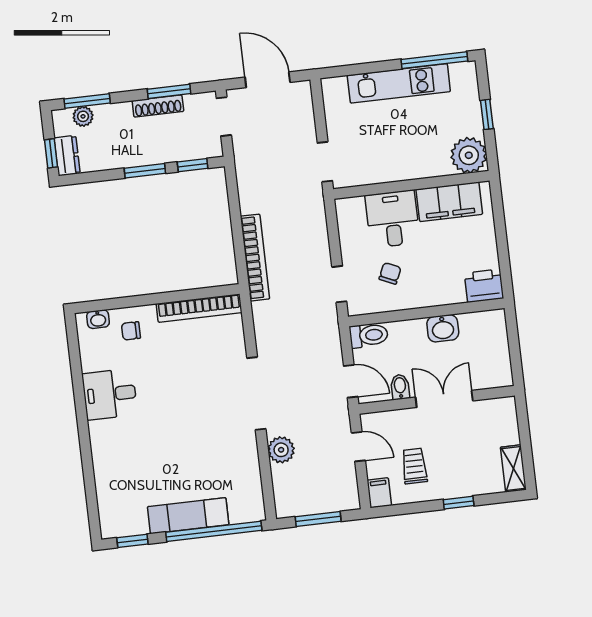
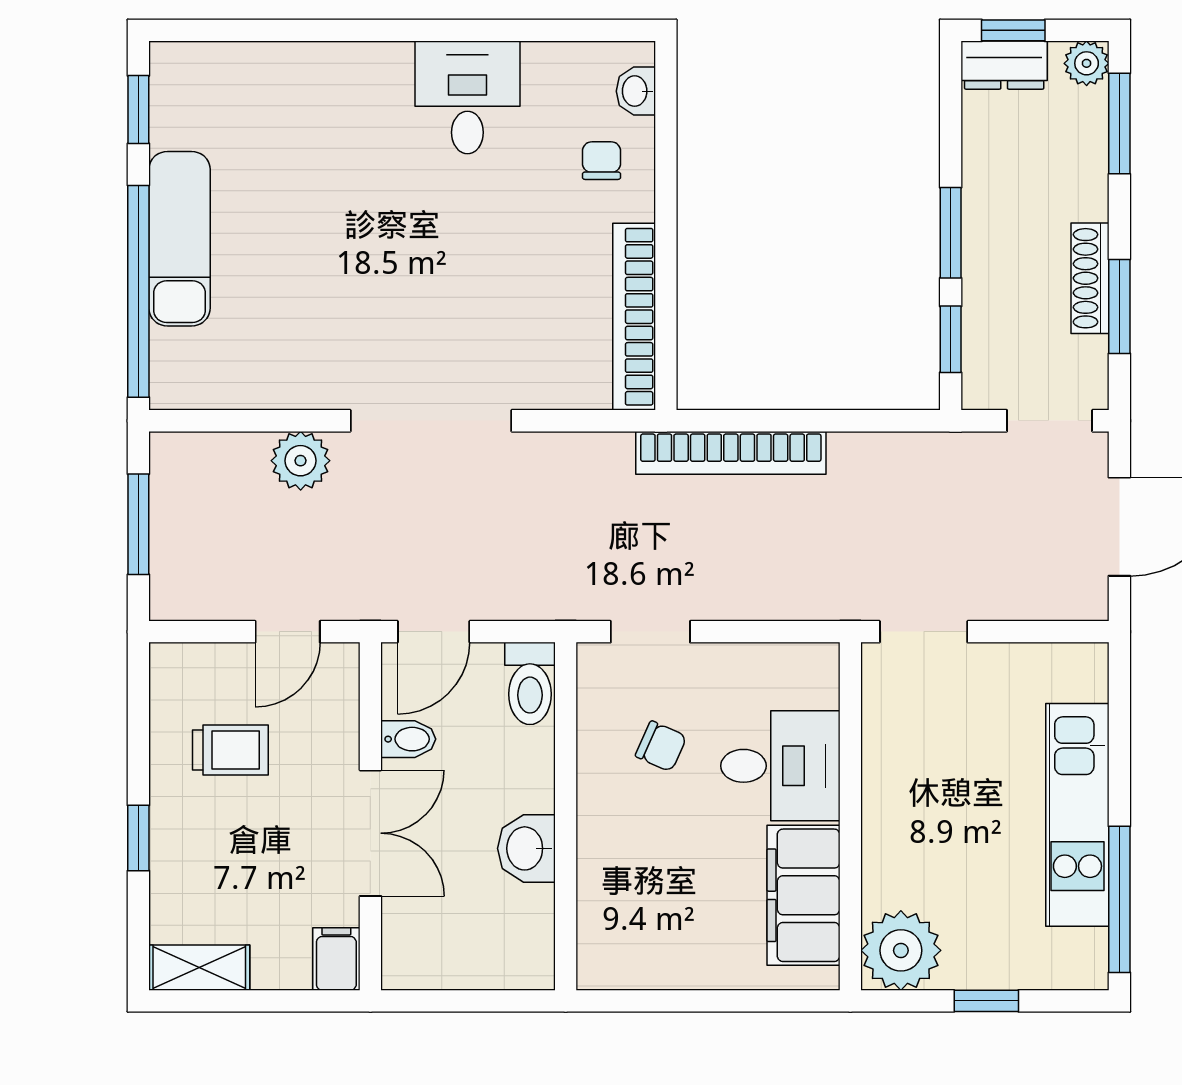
plant: (83, 116) -> (1087, 63), moved
printer: (484, 286) -> (609, 950), removed
filing cabinet: (379, 493) -> (336, 959), moved, turned -90

